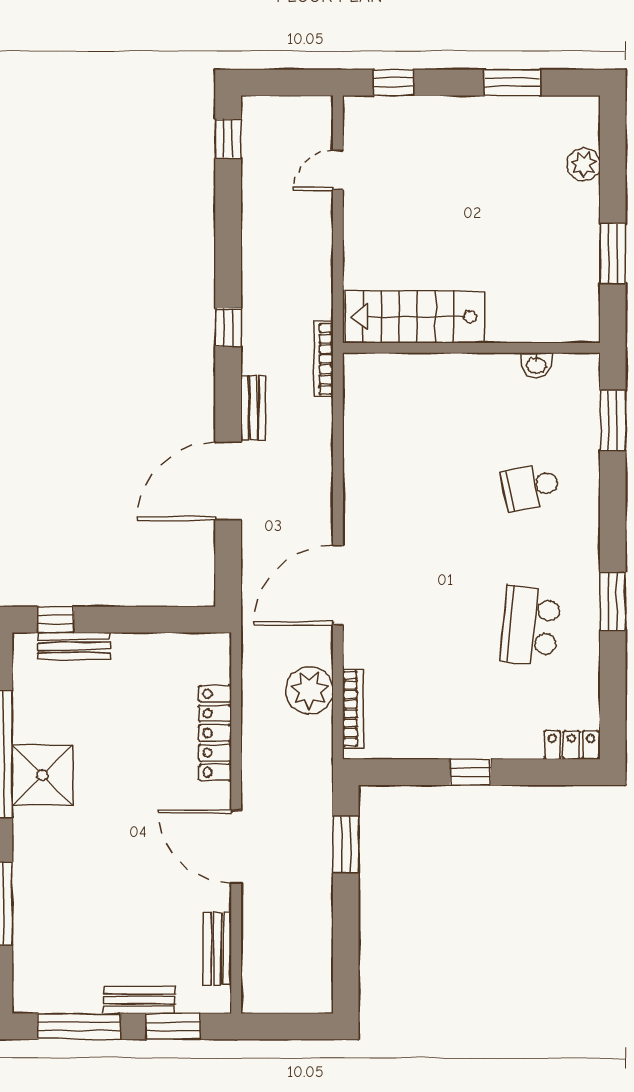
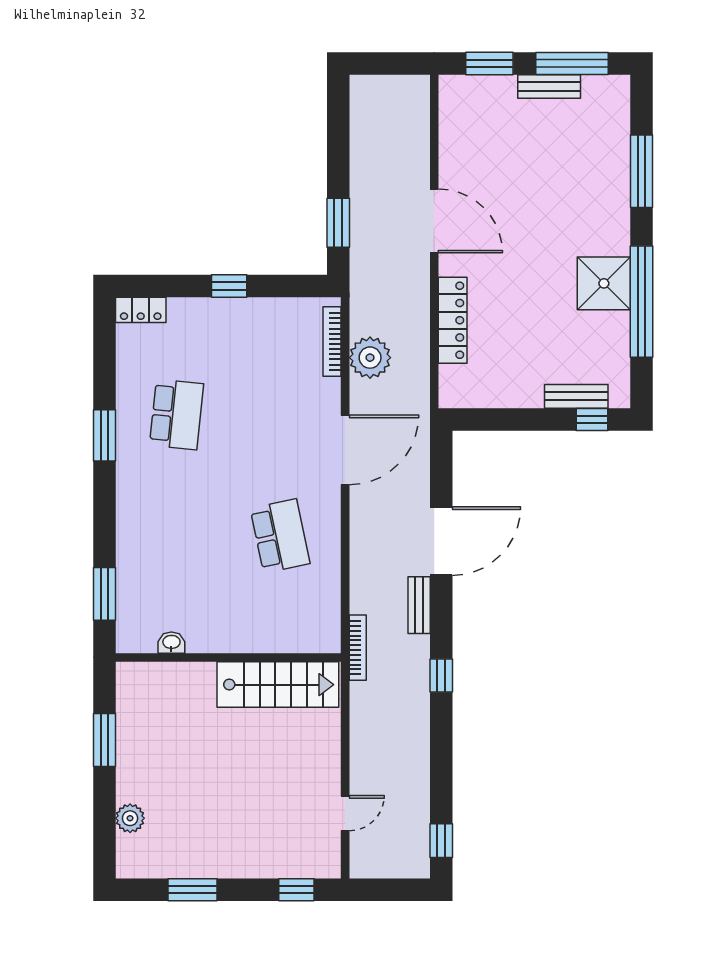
school desk: (530, 487) -> (280, 536), moved, width x1.85
bench: (218, 949) -> (450, 132), removed
bench: (139, 1000) -> (549, 87), moved

